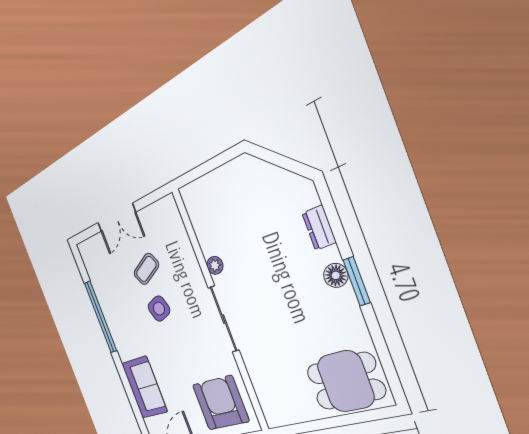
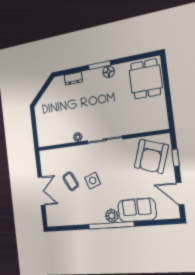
floor lamp: (336, 275) -> (109, 72), moved
window: (101, 317) -> (111, 225), moved
plant: (125, 349) -> (112, 216), added
armchair: (220, 403) -> (151, 156), turned -71

